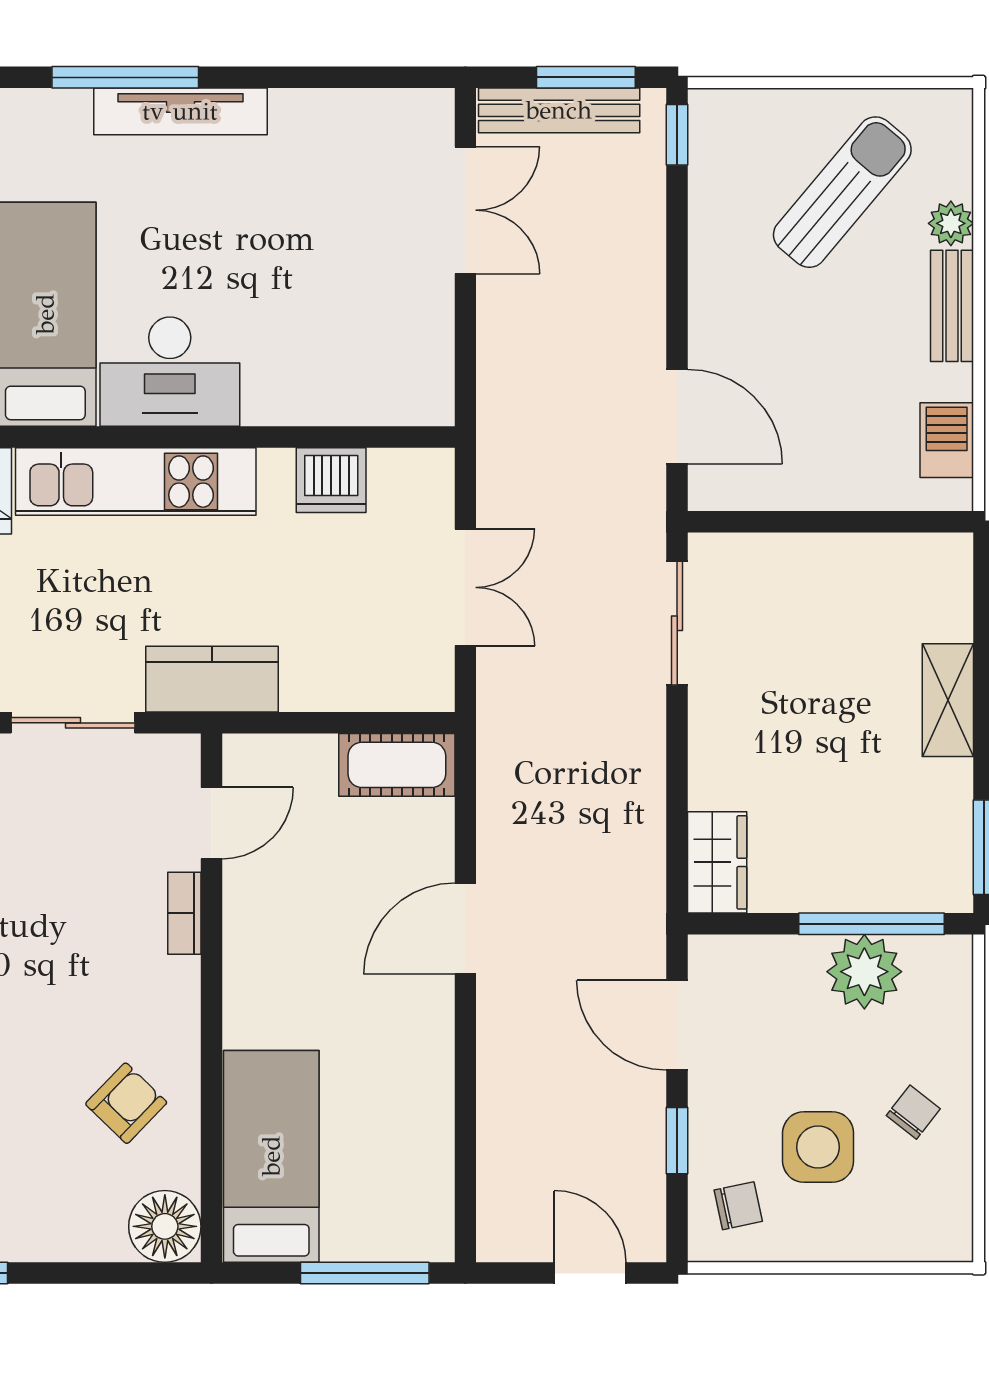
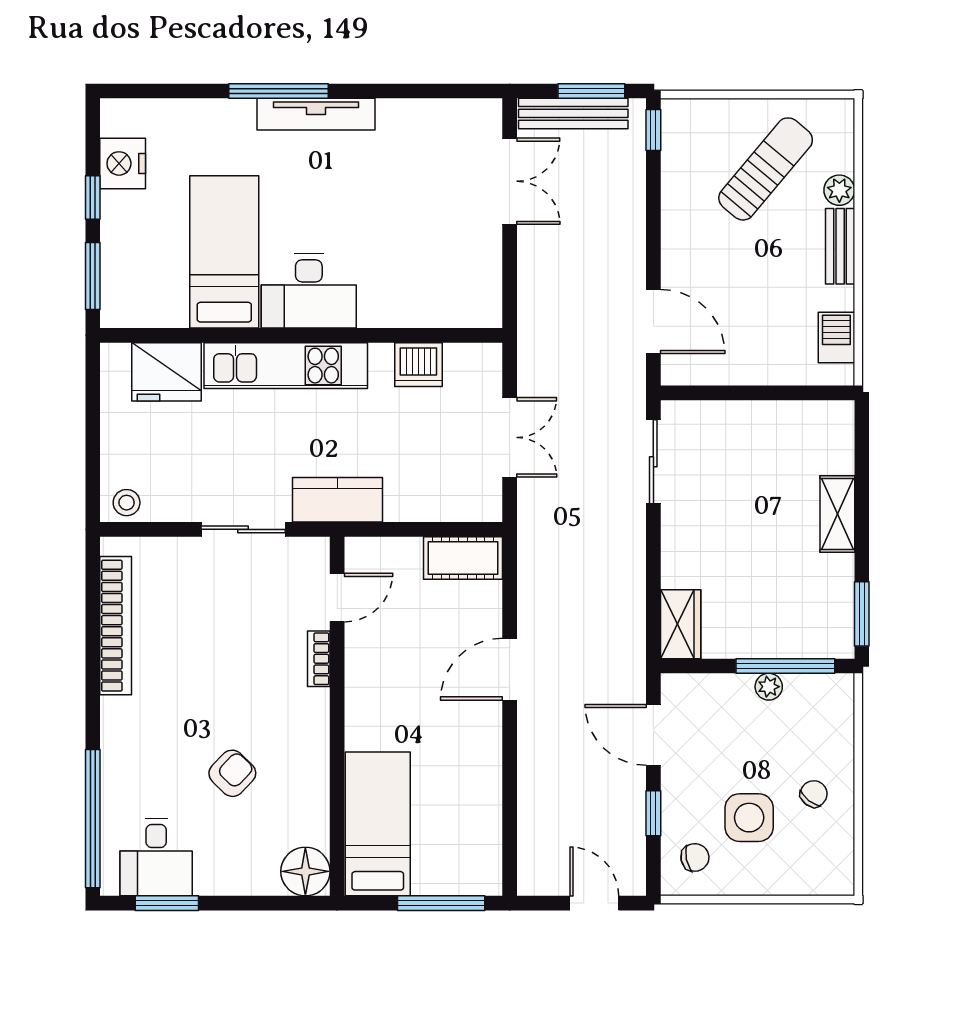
plant: (864, 972) -> (769, 687), width x0.53, depth x0.53
armchair: (126, 1103) -> (232, 773), moved

